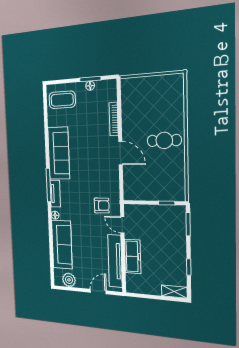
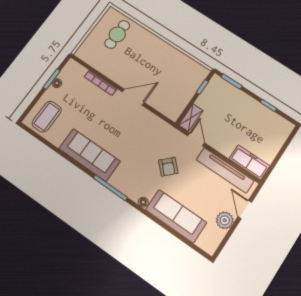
cafe table: (164, 140) -> (117, 34), moved
tv unit: (55, 194) -> (123, 187), removed
armchair: (102, 206) -> (168, 167), moved, turned 135
door: (122, 225) -> (196, 139), swing flipped
freezer: (133, 256) -> (249, 162), moved
plant: (69, 280) -> (225, 220), moved
shelving: (174, 292) -> (191, 118), moved

